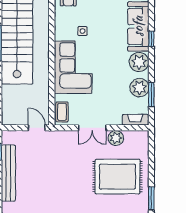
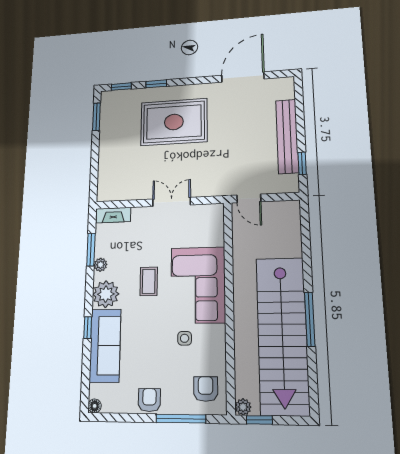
plant: (139, 88) -> (100, 265), width x0.53, depth x0.53
coffee table: (62, 112) -> (149, 281), moved
plant: (116, 138) -> (140, 190), removed
rug: (117, 177) -> (174, 122), moved

